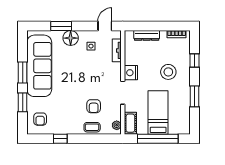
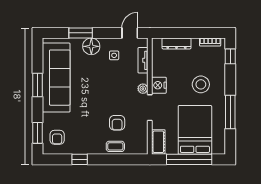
window: (194, 61) -> (230, 56), moved
window: (194, 96) -> (230, 112), width x1.44
window: (23, 102) -> (37, 133), moved
bed: (158, 113) -> (195, 130), width x1.50
plant: (117, 125) -> (143, 89), moved

